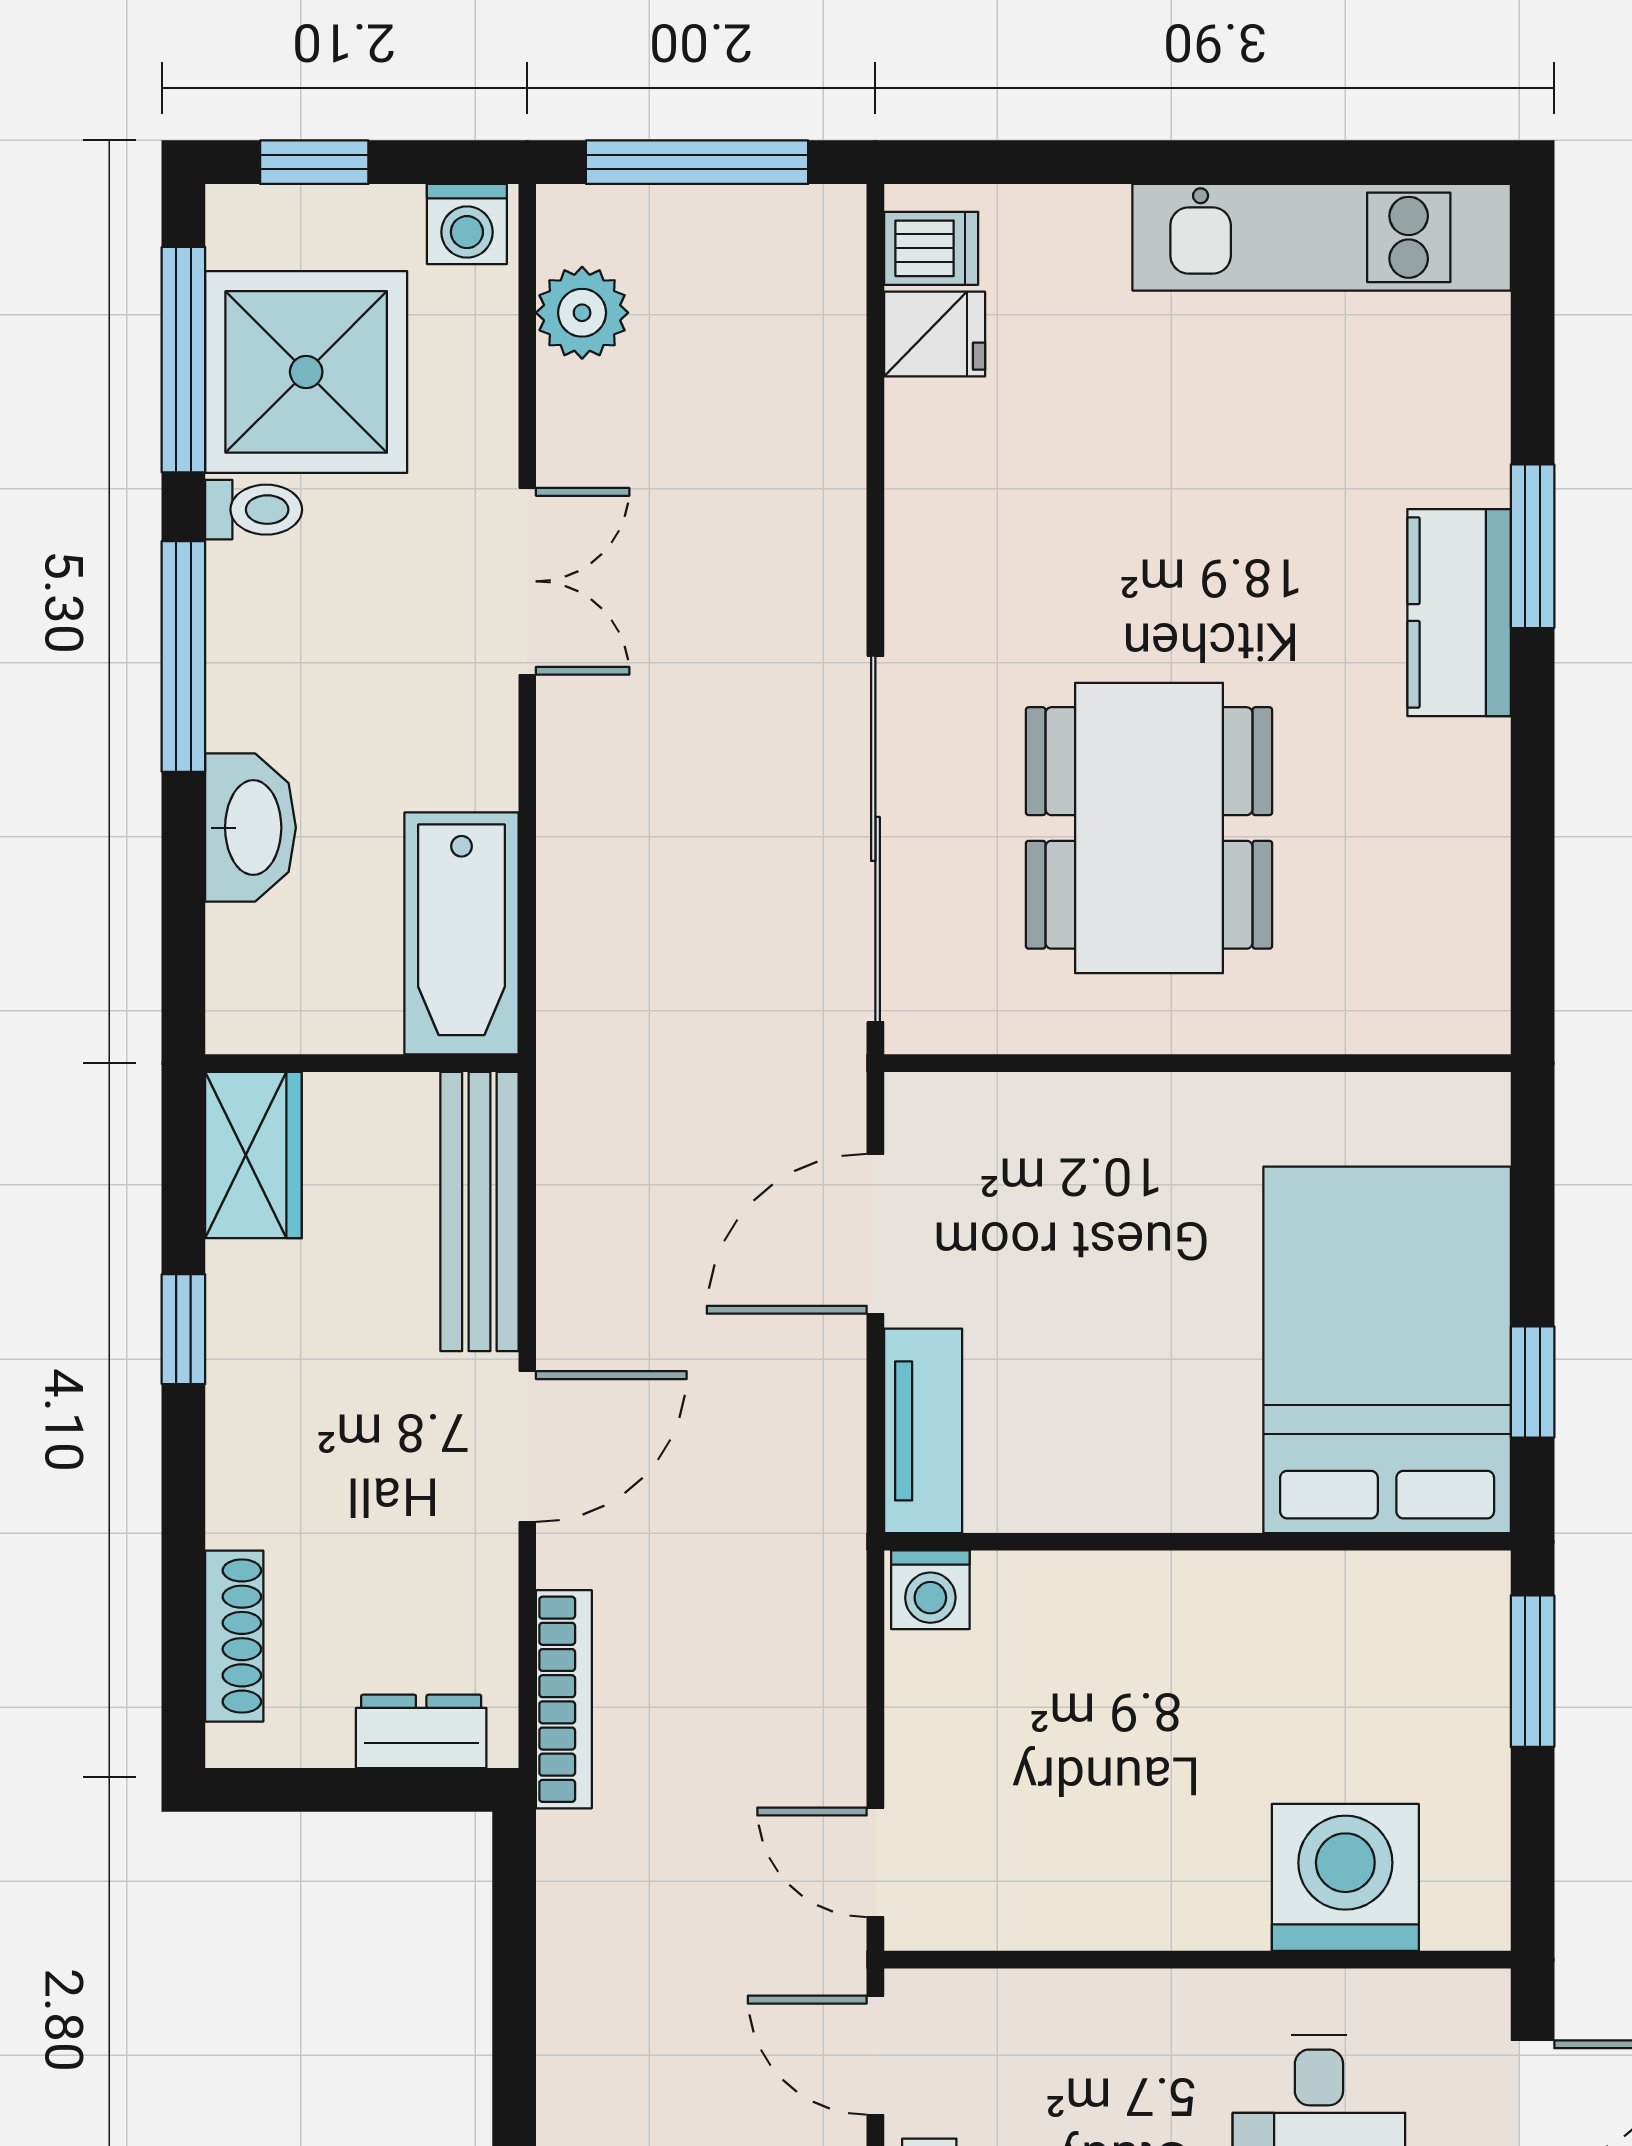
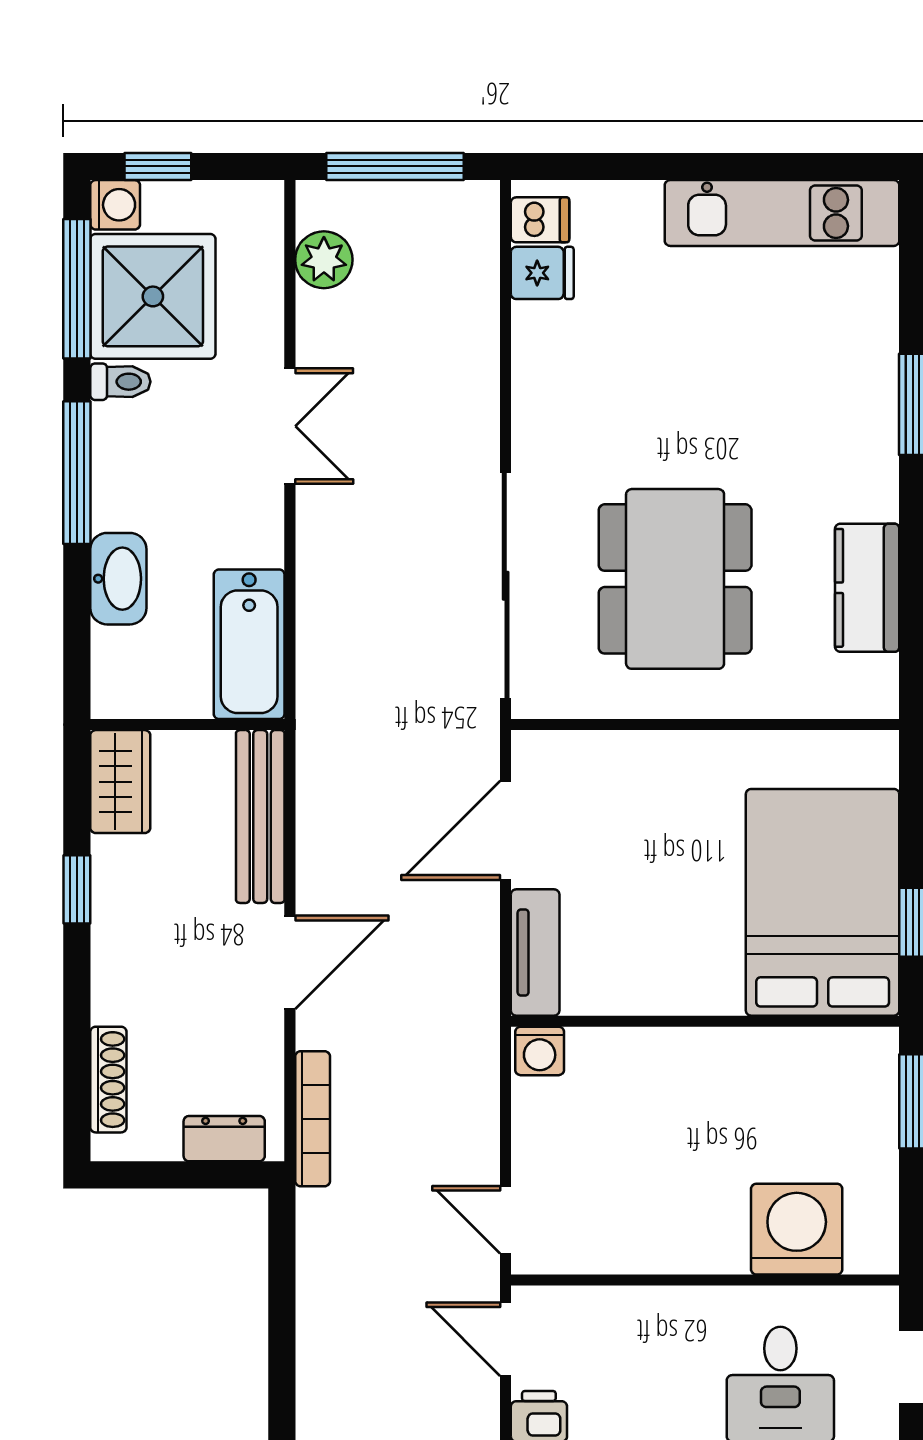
washing machine: (467, 224) -> (115, 205), moved, turned -90
kitchen counter: (1459, 613) -> (867, 588), moved

